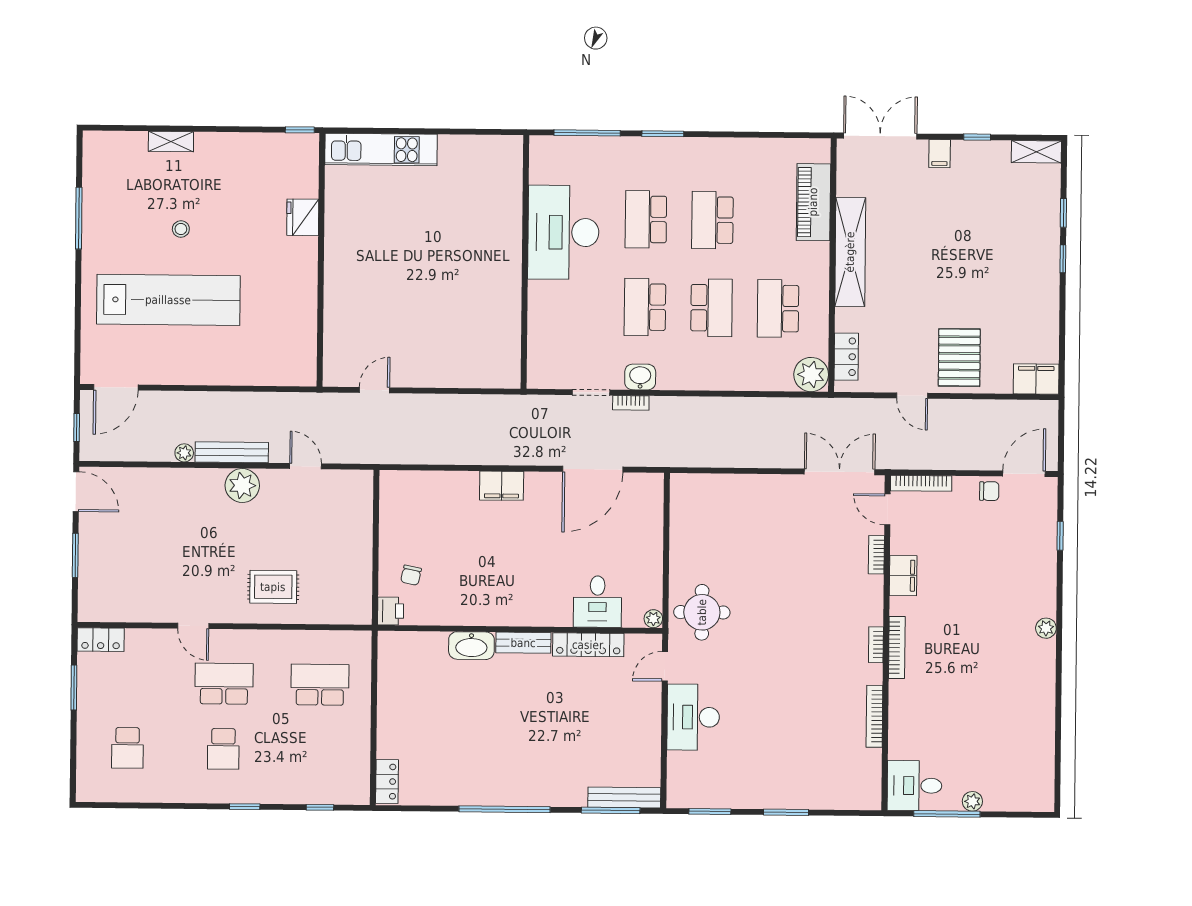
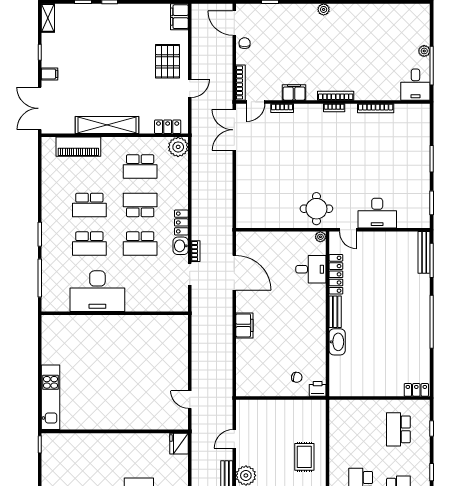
fridge: (303, 217) -> (179, 444), moved, turned 90
pallet: (959, 358) -> (167, 61), turned 90
locker: (681, 379) -> (181, 222), added
school desk: (320, 685) -> (398, 429), moved

